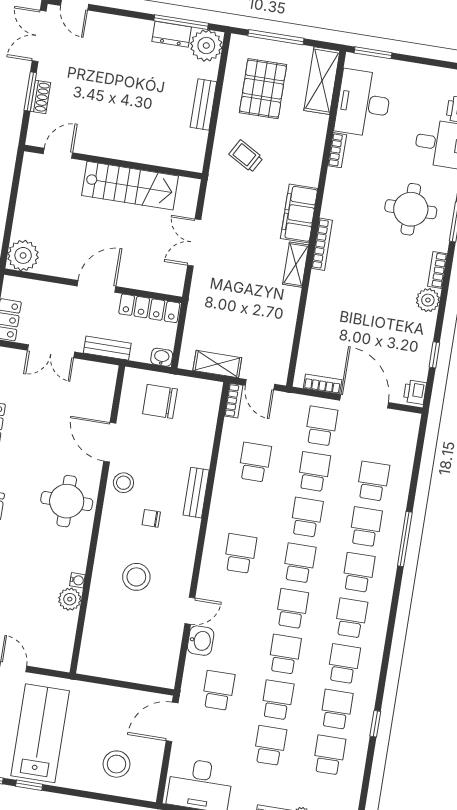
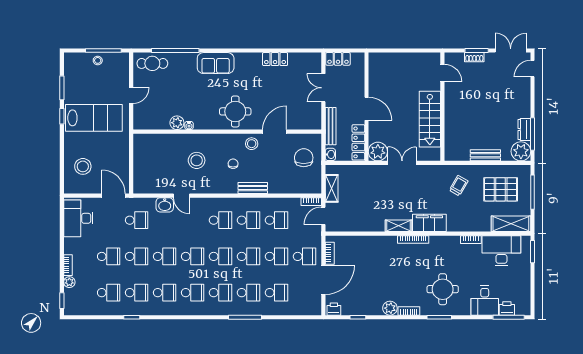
plant: (23, 255) -> (378, 152), moved
bench: (107, 348) -> (331, 126), width x1.36
school desk: (248, 508) -> (249, 220), added

